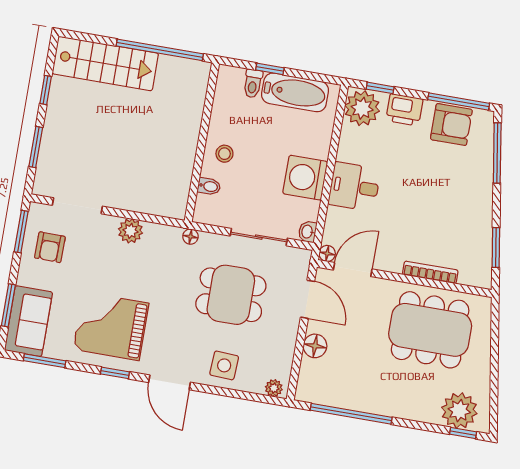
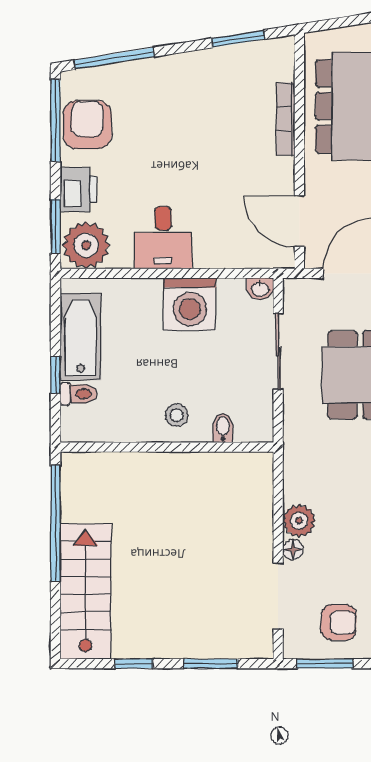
window: (380, 88) -> (56, 226), width x1.50
desk: (354, 187) -> (163, 238), moved
floor lamp: (190, 237) -> (293, 550), moved
floor lamp: (327, 253) -> (284, 258), removed

